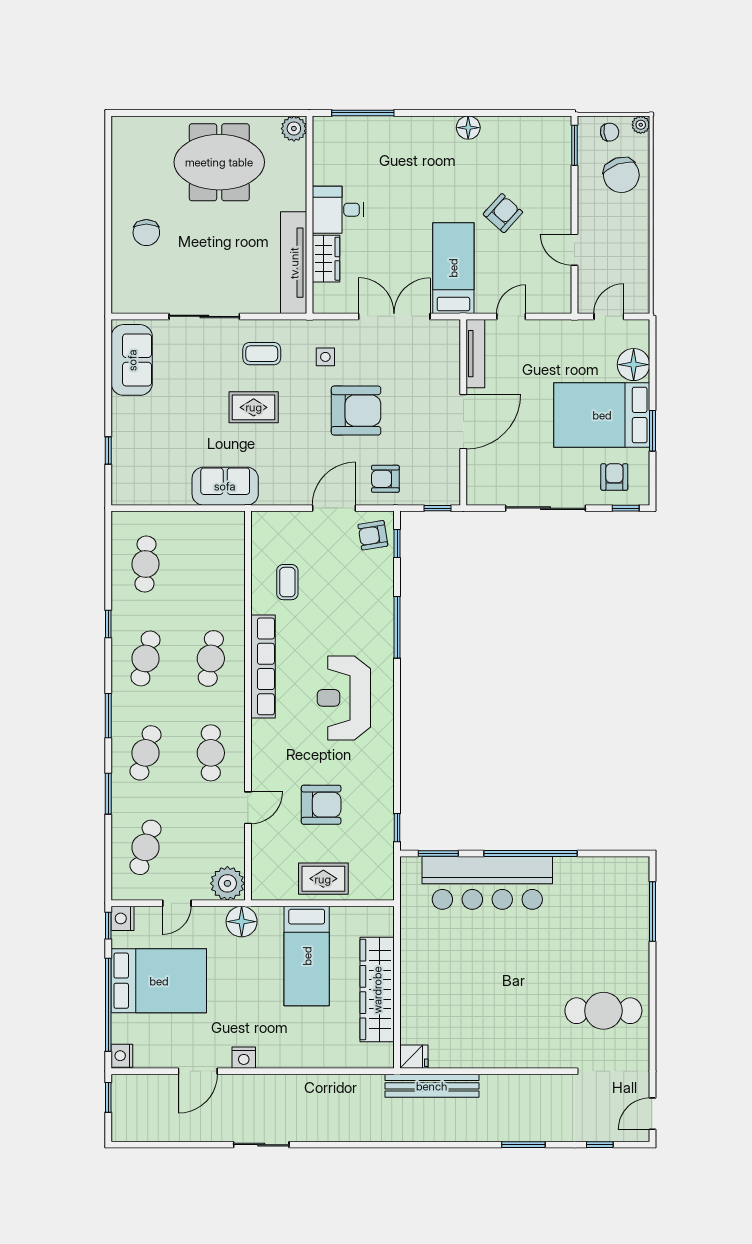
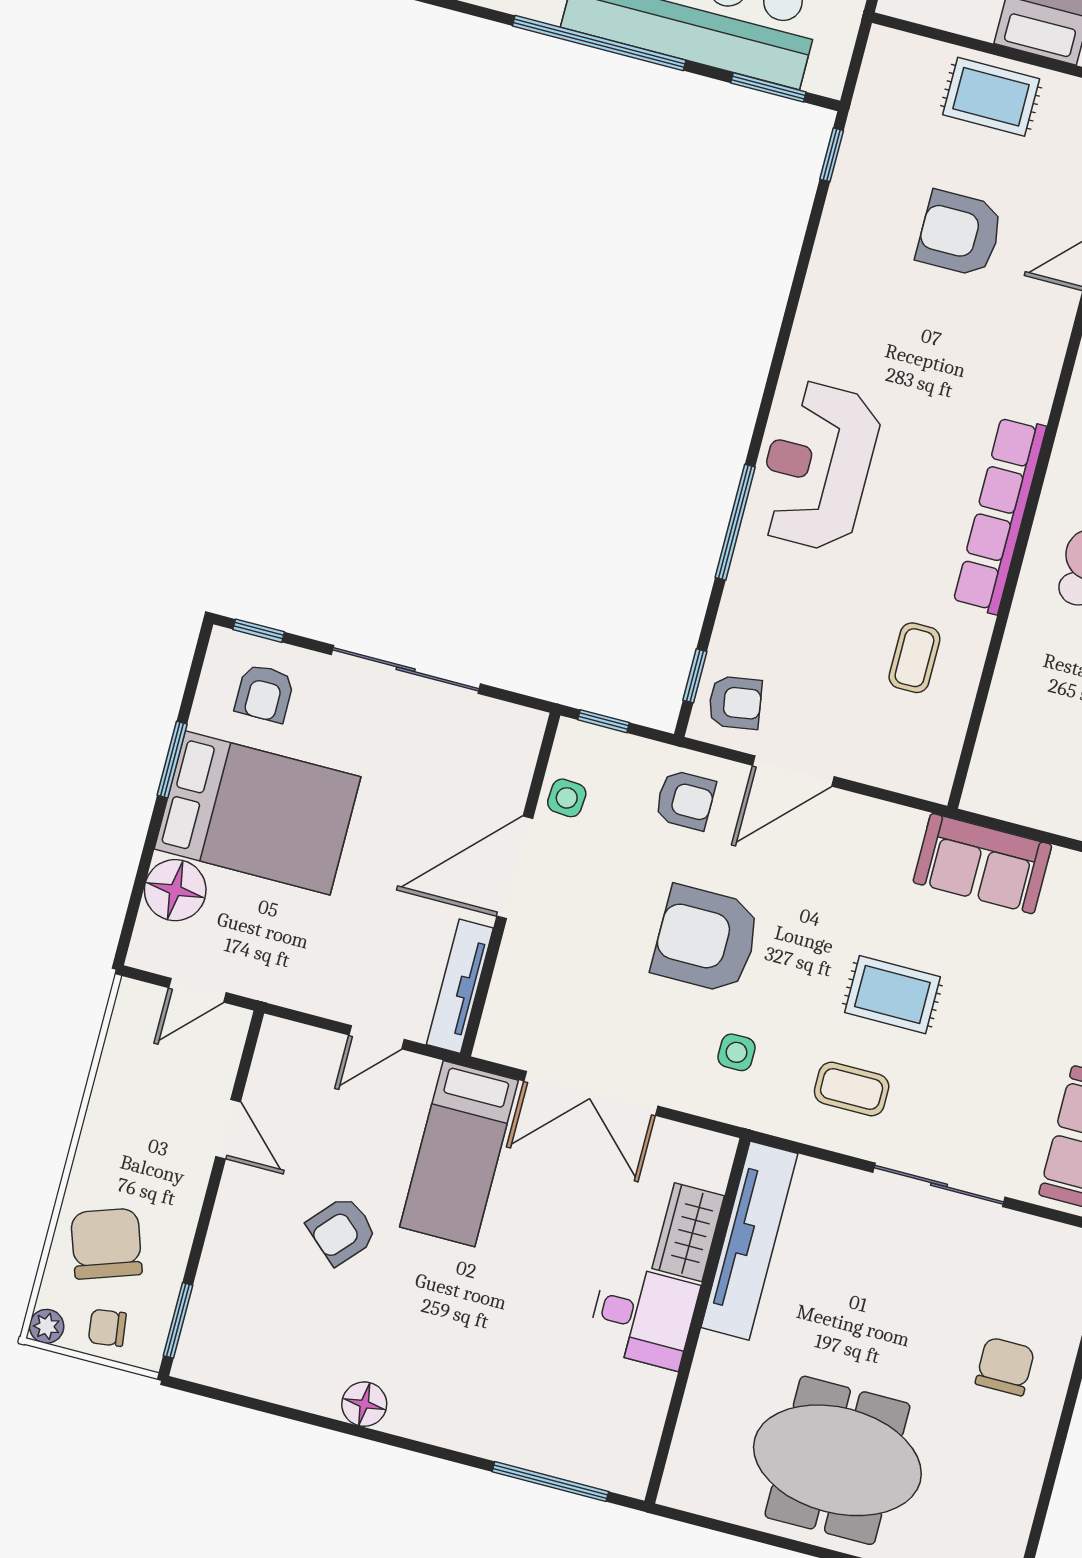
plant: (294, 129) -> (684, 1486), removed
side table: (446, 464) -> (567, 798), added
reception desk: (344, 698) -> (817, 466), moved, turned 180

